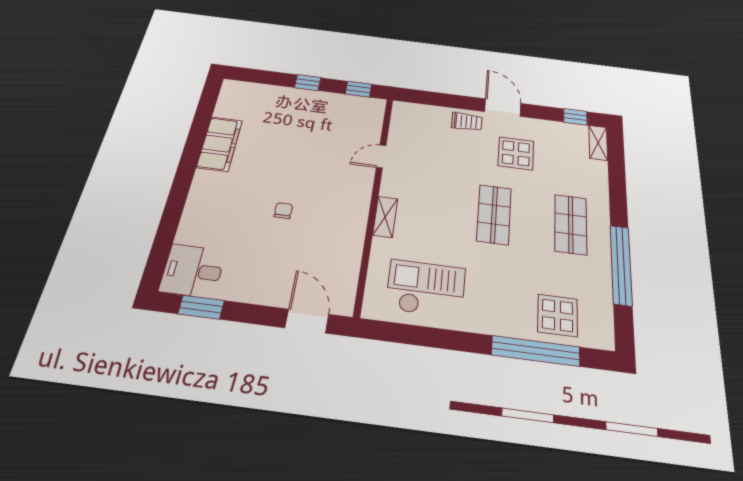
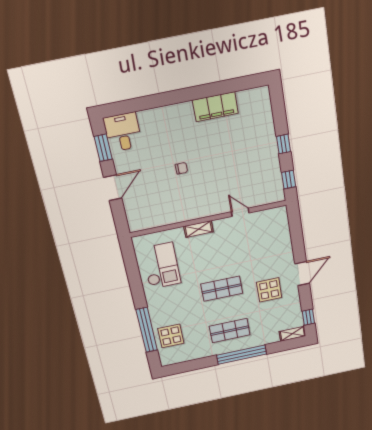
trolley: (467, 122) -> (284, 255), removed
window: (621, 265) -> (242, 355), moved
door: (307, 321) -> (113, 188), moved

